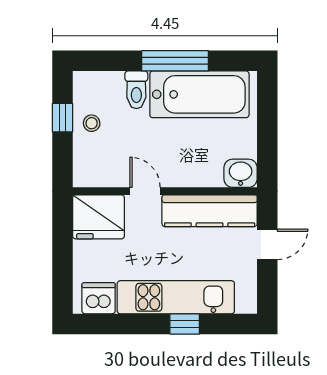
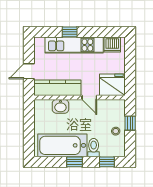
window: (109, 61) -> (107, 162), added
window: (175, 61) -> (74, 162), width x0.46
window: (62, 118) -> (130, 123), moved
washbasin: (241, 173) -> (60, 106), moved

